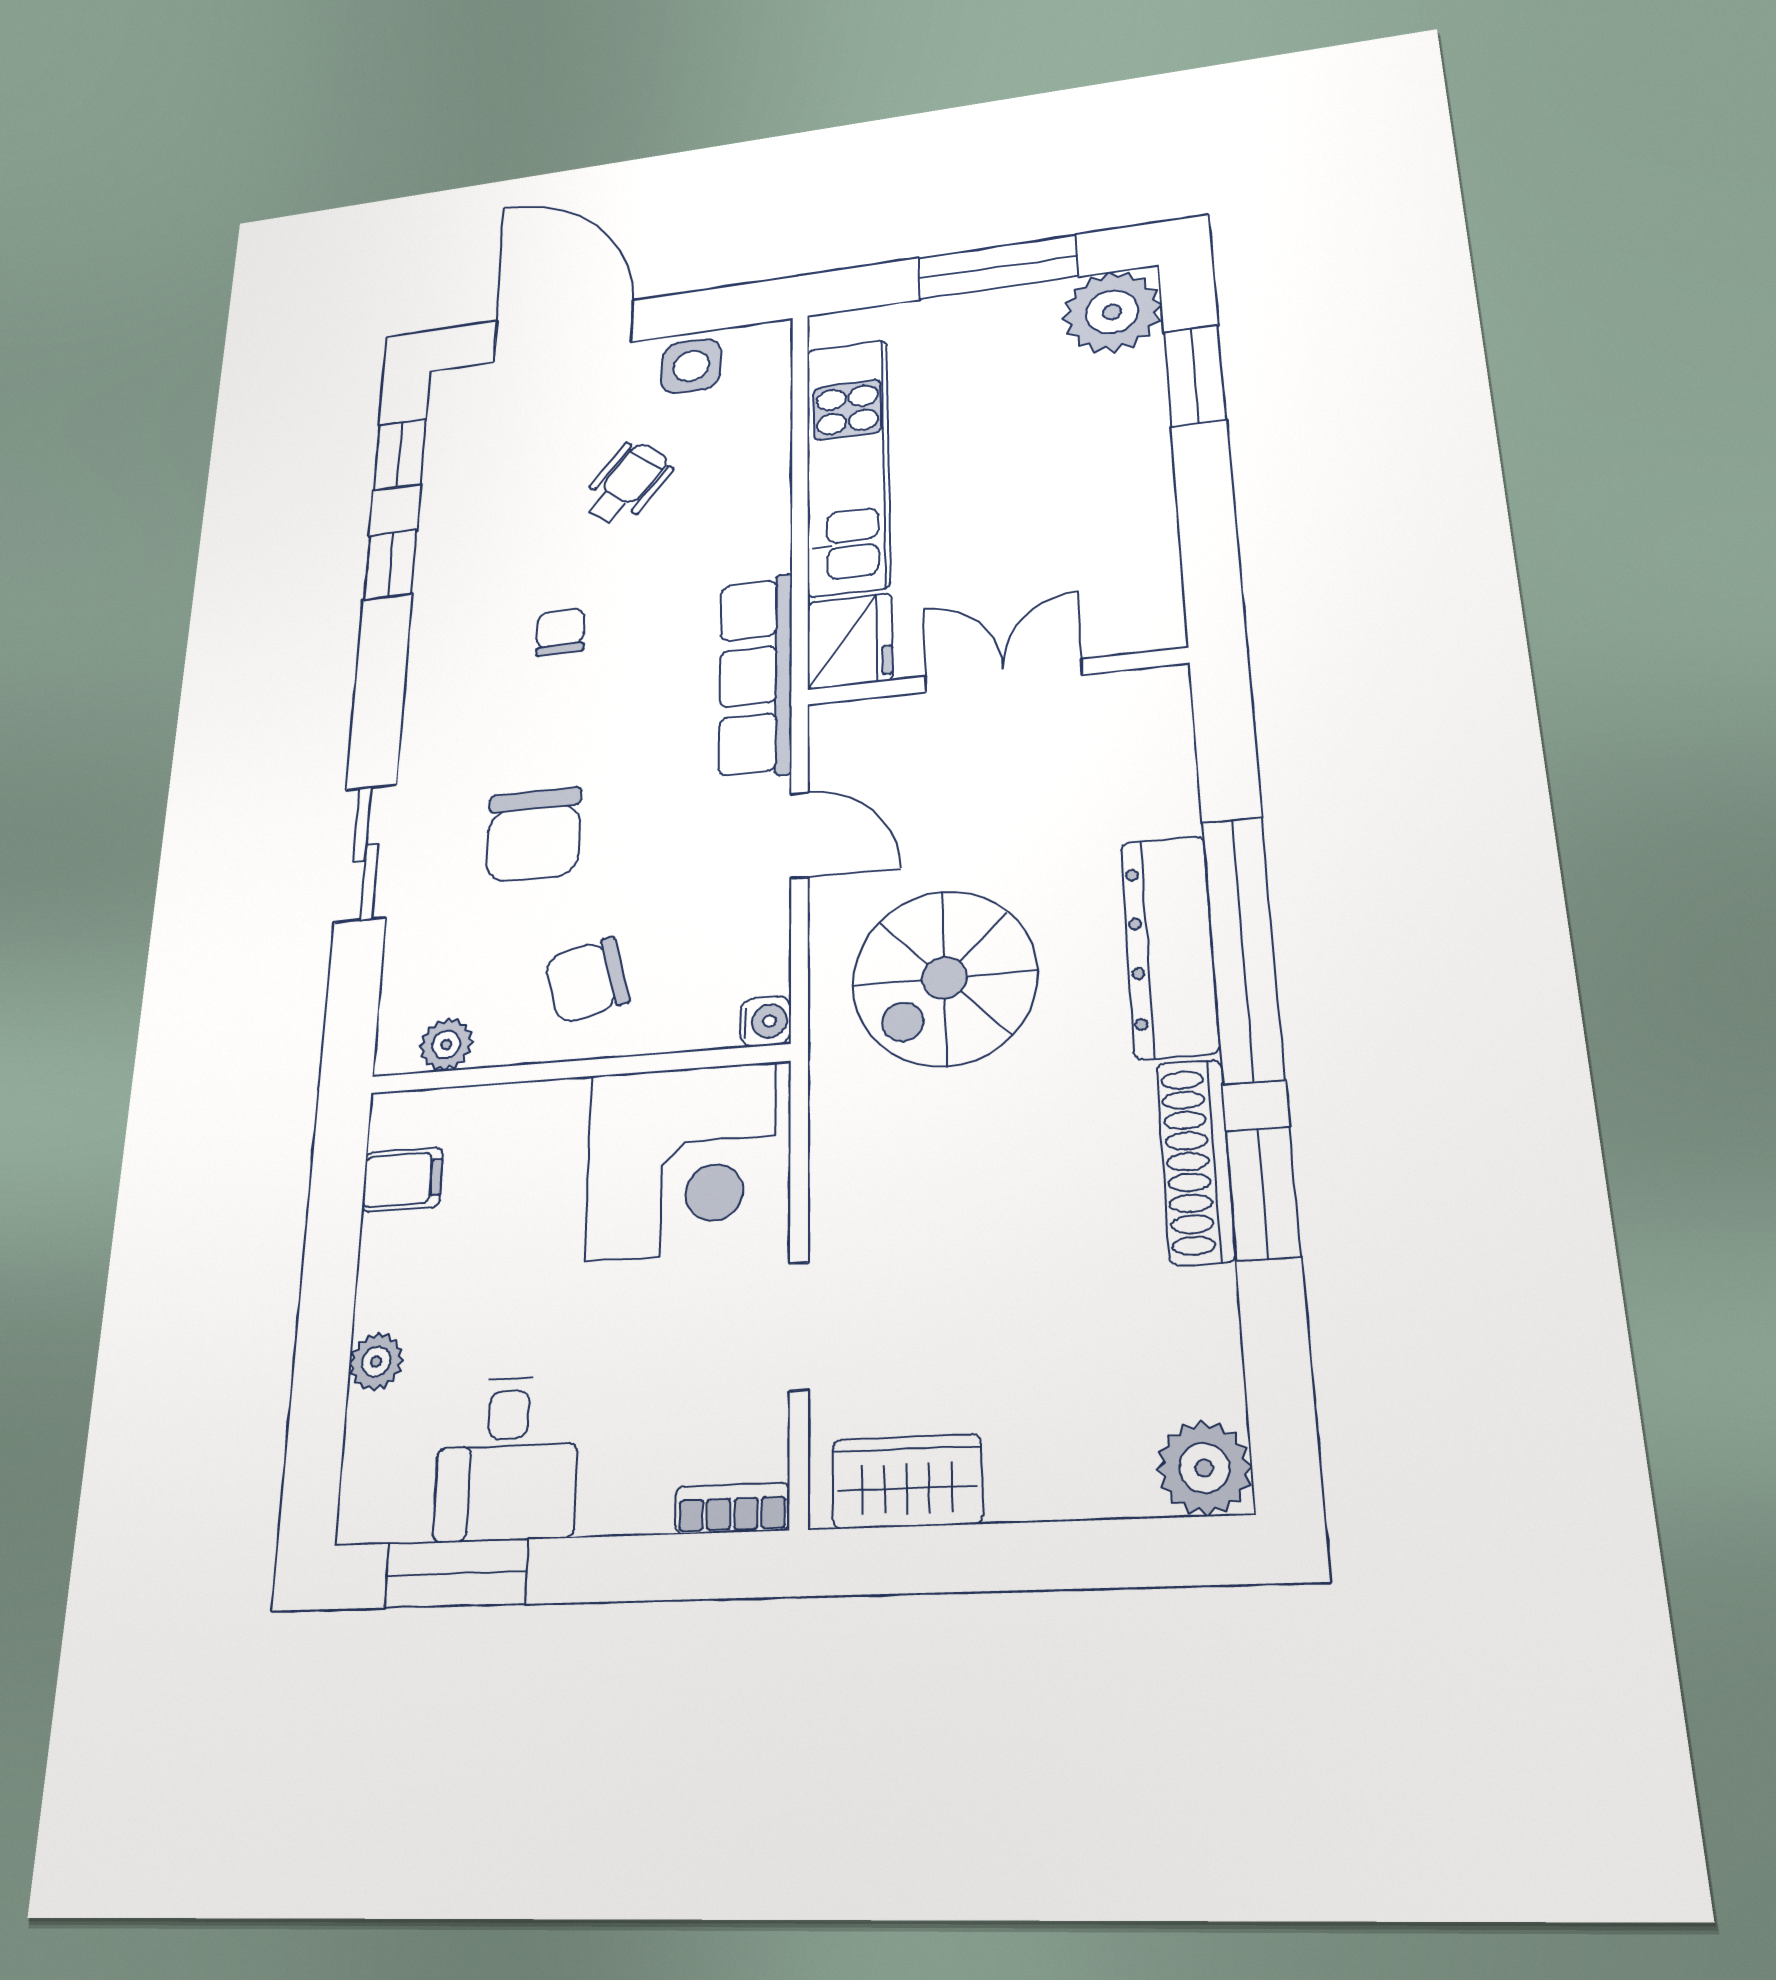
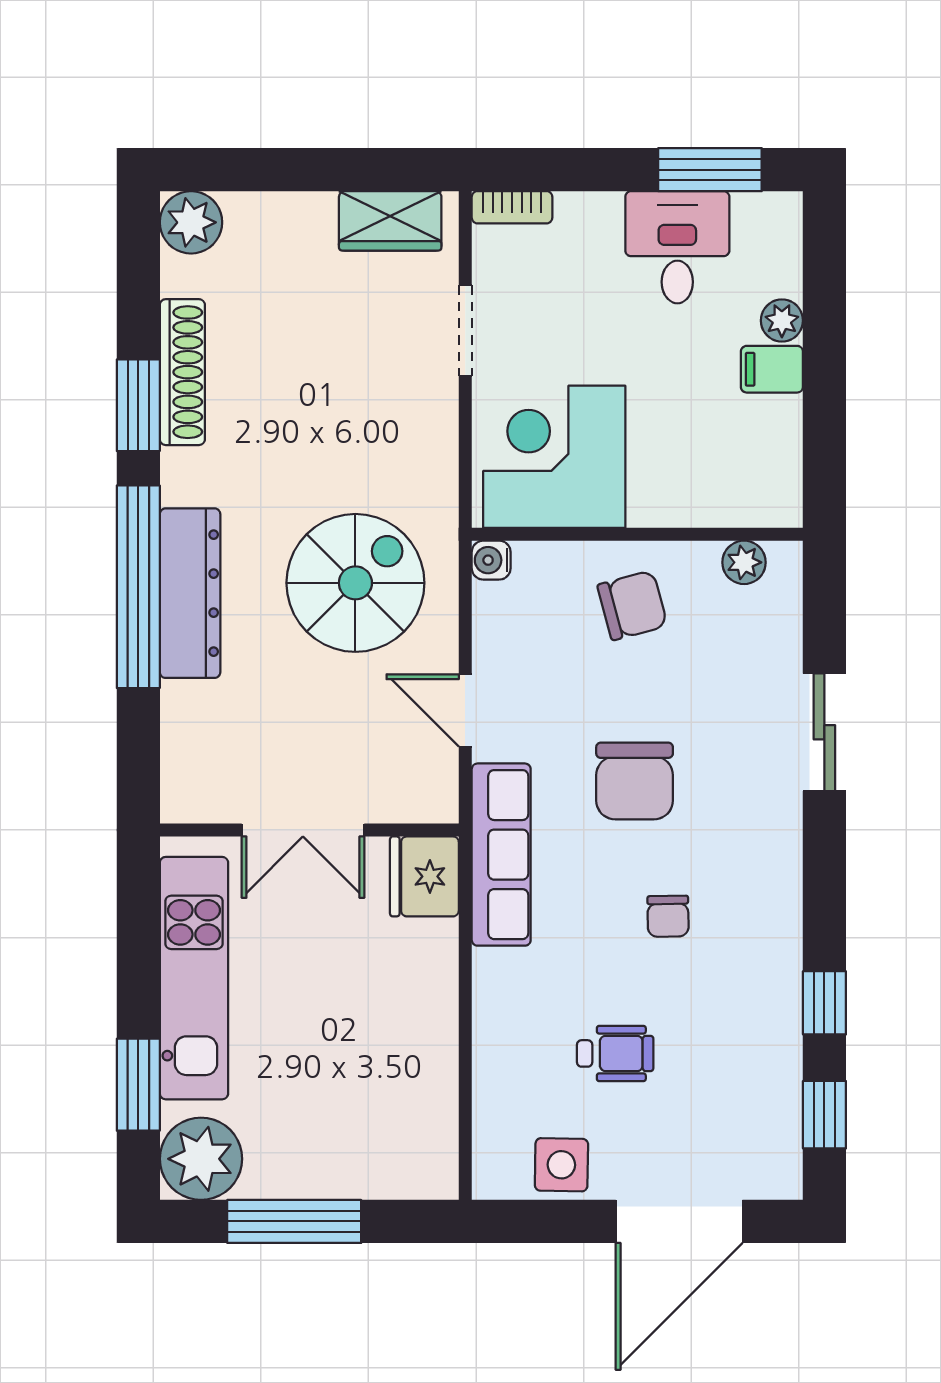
door: (563, 331) -> (679, 1221), hinge flipped
kitchen unit: (848, 466) -> (194, 978), moved, turned 180
wheelchair: (627, 483) -> (615, 1053), turned -128
chair: (533, 835) -> (635, 781), moved, turned 180
shoe rack: (1196, 1161) -> (182, 372), moved
filing cabinet: (402, 1180) -> (772, 369), moved

